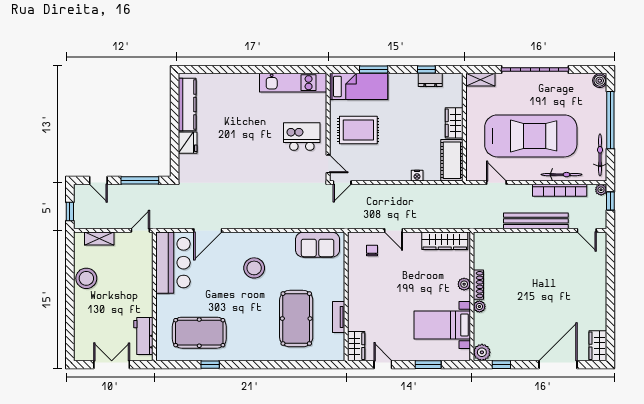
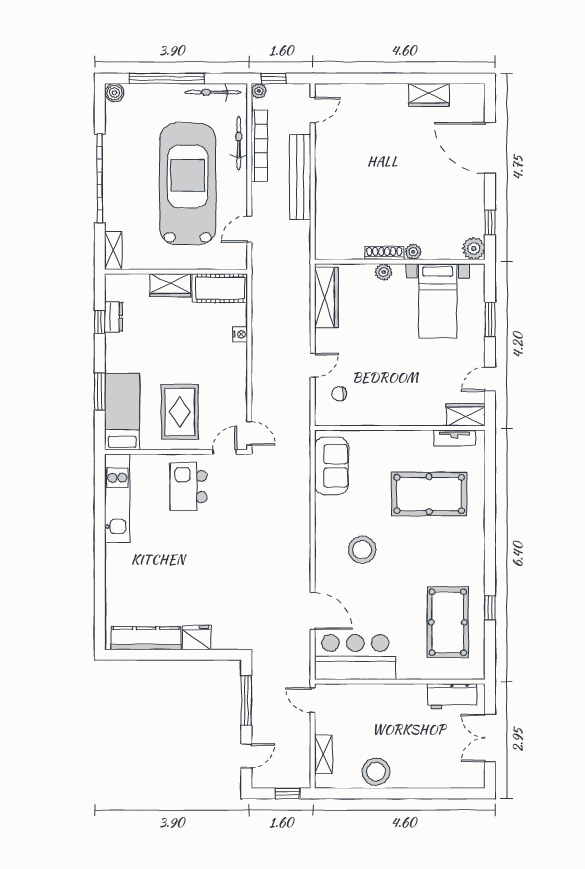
tv unit: (339, 317) -> (454, 438), moved
wardrobe: (598, 346) -> (429, 95), moved

